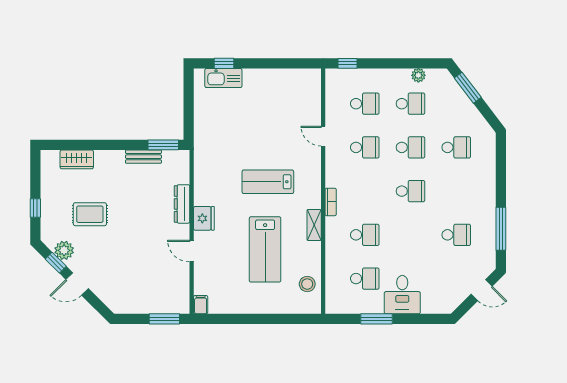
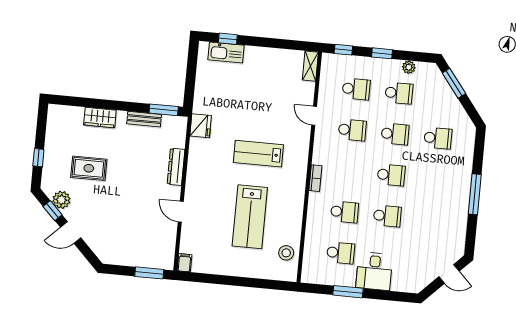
window: (389, 63) -> (382, 53), added
wardrobe: (77, 159) -> (100, 118), moved
fridge: (204, 218) -> (201, 126), moved
shelving: (314, 225) -> (310, 66), moved
window: (501, 229) -> (475, 194), moved
school desk: (456, 235) -> (387, 216), moved

